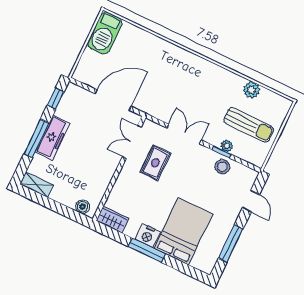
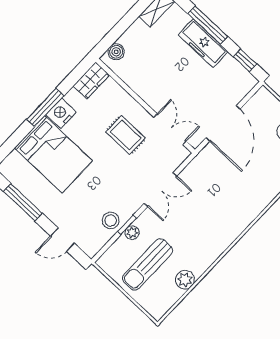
rug: (155, 163) -> (126, 135), moved

